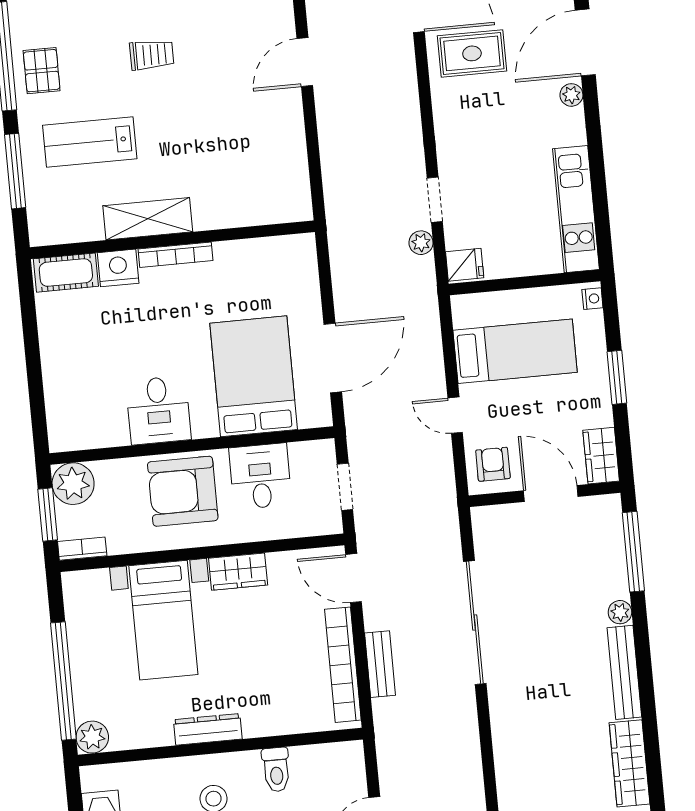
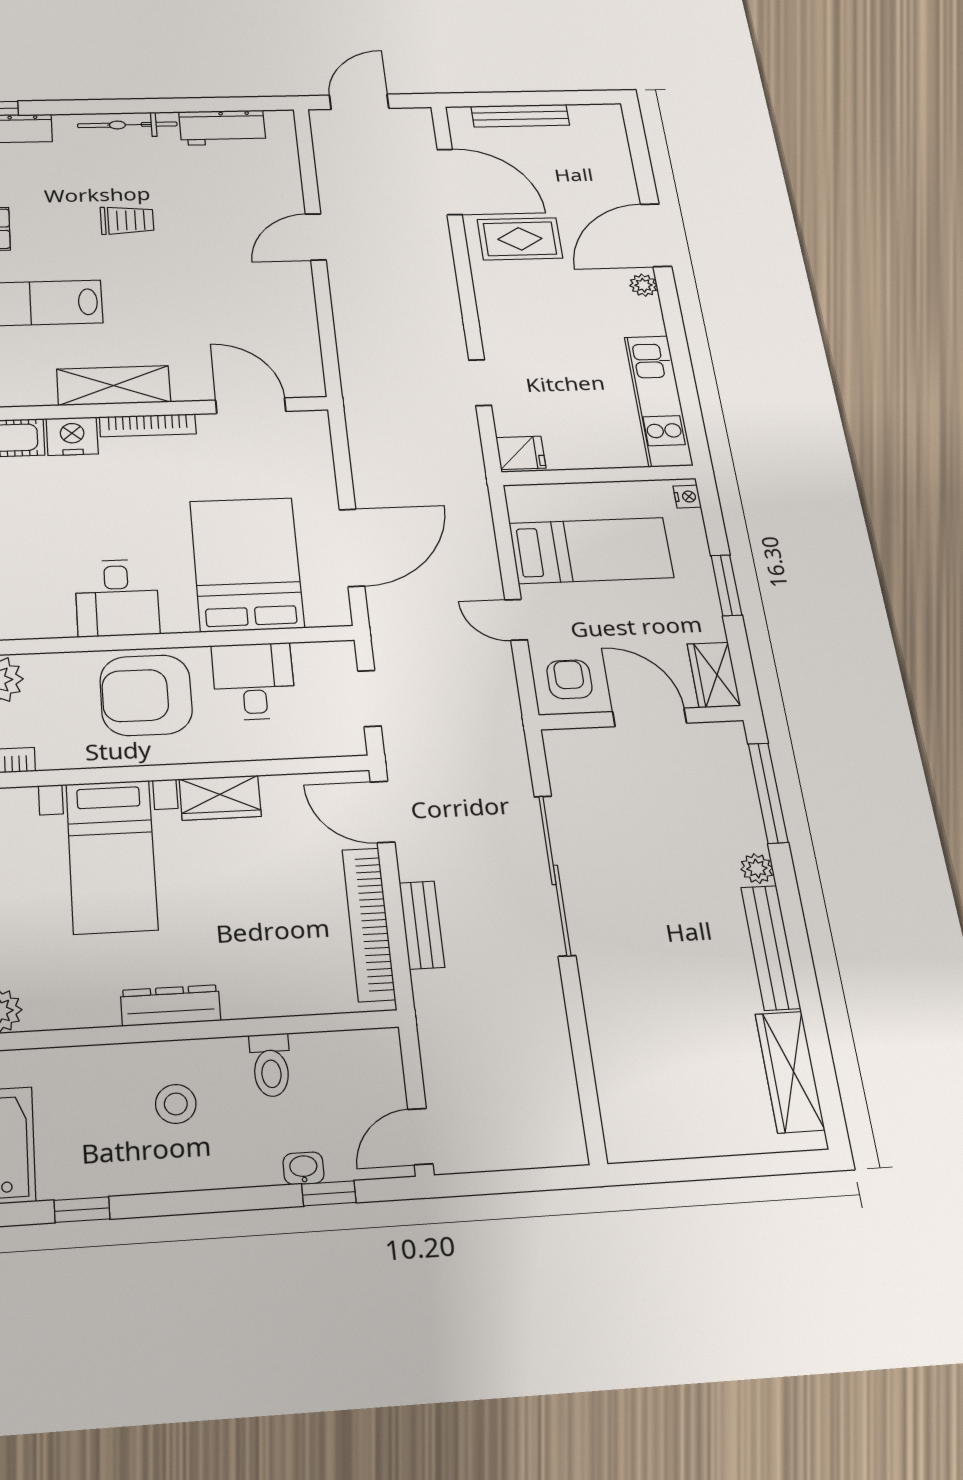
door: (255, 232) -> (251, 406), added
plant: (421, 243) -> (464, 427), removed

